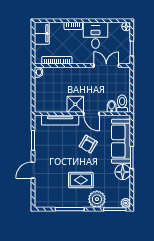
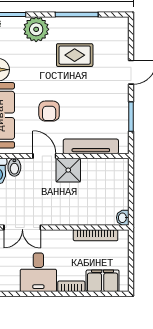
filing cabinet: (42, 33) -> (103, 281), moved, turned 90
armchair: (88, 144) -> (49, 111), turned 149
rug: (81, 180) -> (75, 55), moved

